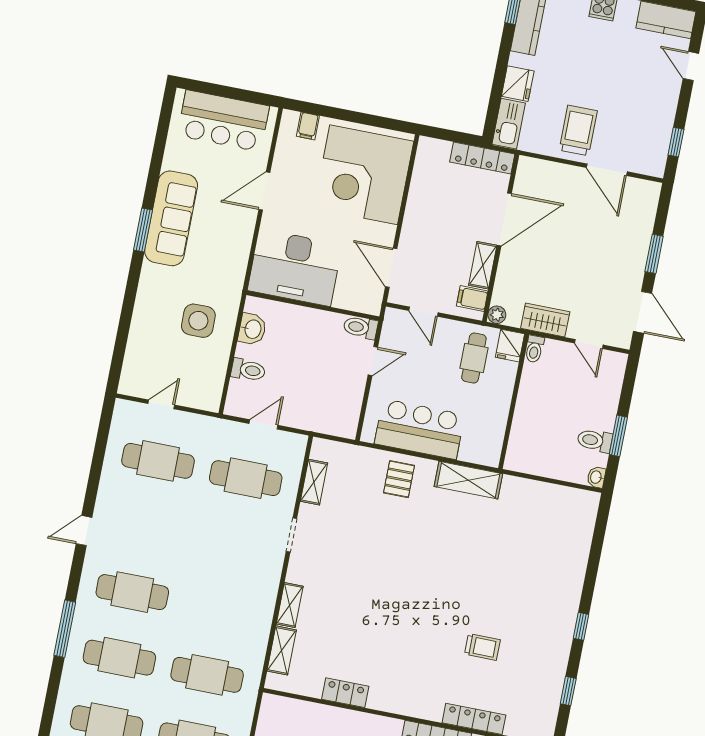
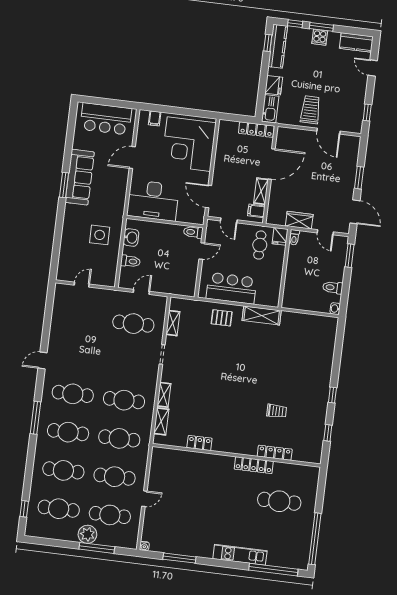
plant: (497, 315) -> (271, 219), removed
window: (618, 436) -> (350, 256), moved
cafe table: (158, 461) -> (124, 400), moved
pallet: (399, 479) -> (222, 318), turned 90

